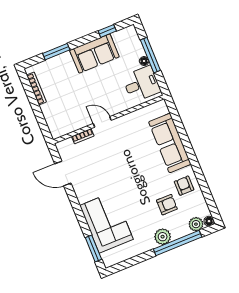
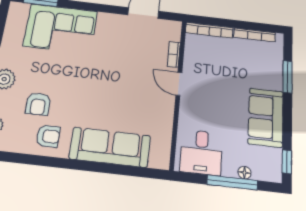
window: (107, 31) -> (287, 162), moved
floor lamp: (144, 61) -> (244, 173), moved
bookcase: (50, 121) -> (209, 30), added
door: (102, 122) -> (179, 84), swing flipped

